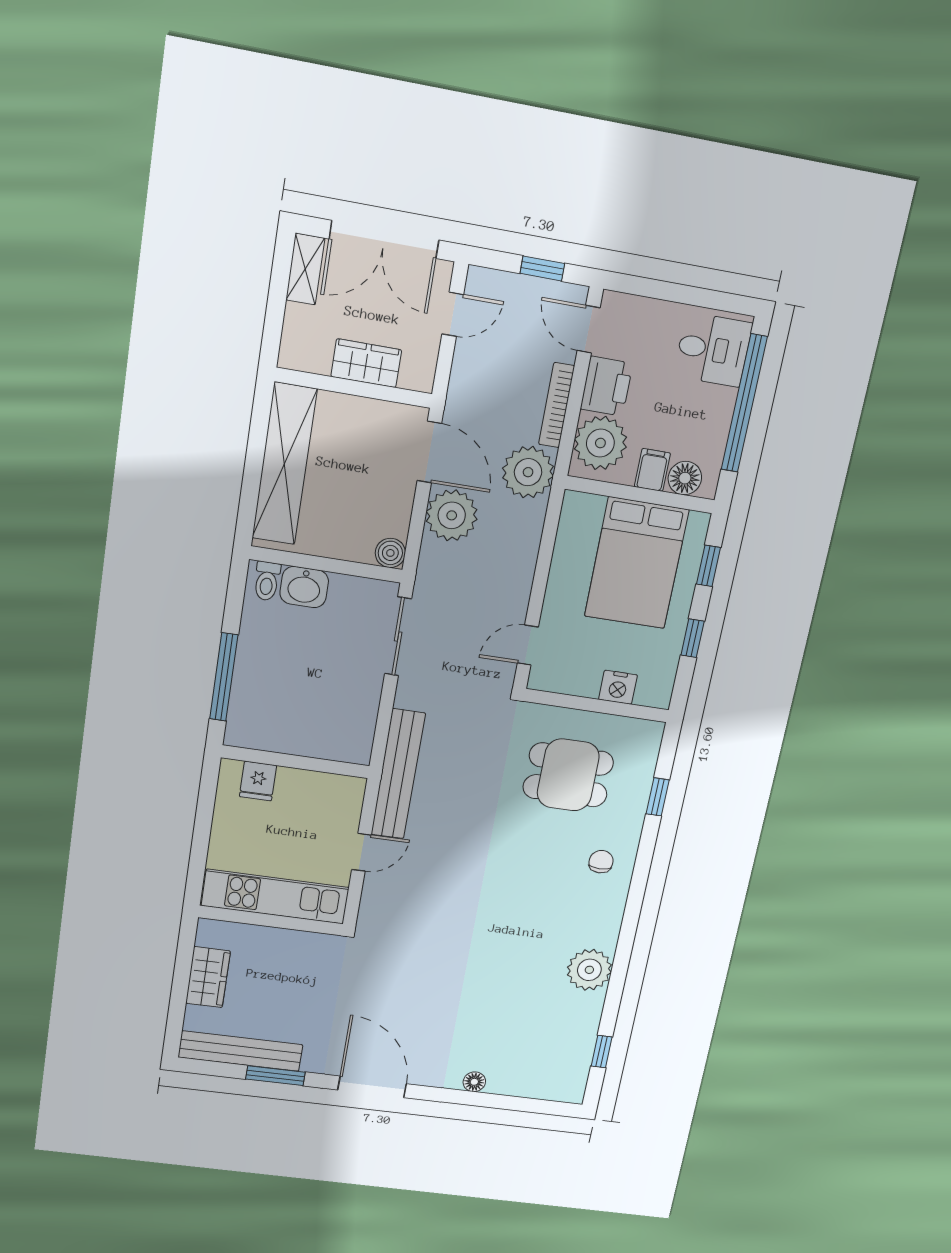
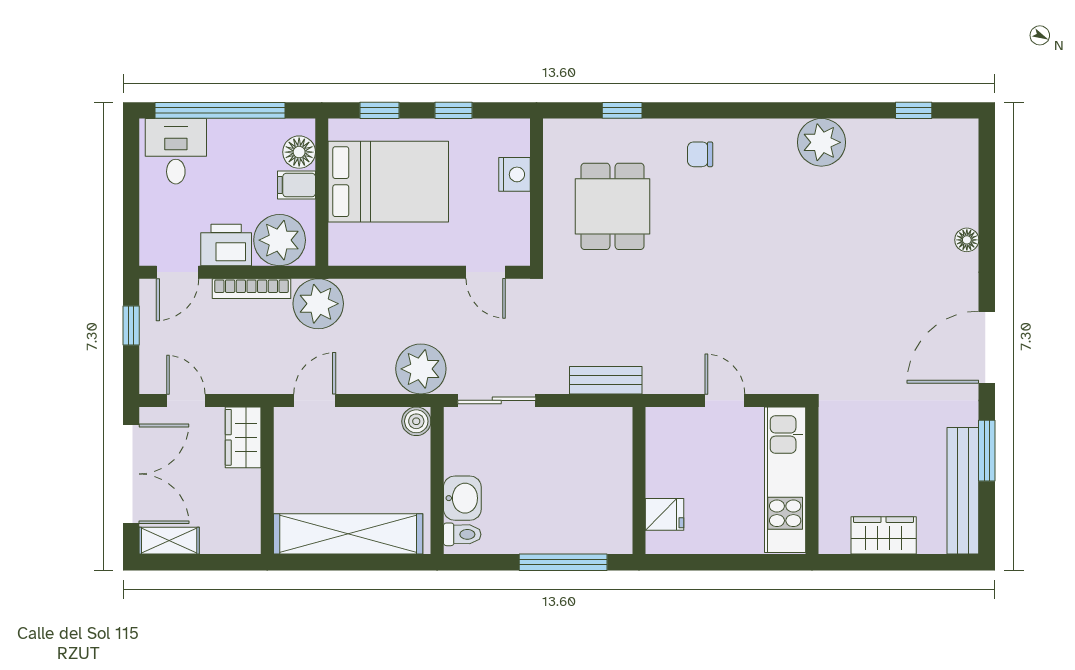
wardrobe: (366, 363) -> (243, 437), moved
door: (429, 452) -> (315, 400), width x0.73
plant: (452, 515) -> (421, 369), moved
bench: (398, 774) -> (606, 380), width x0.54, depth x0.82

